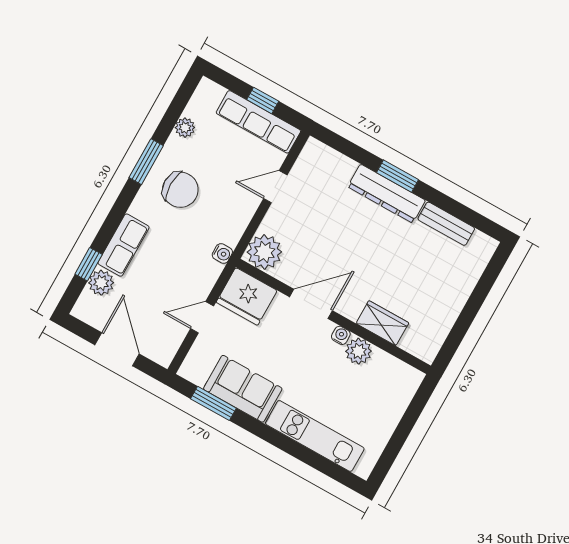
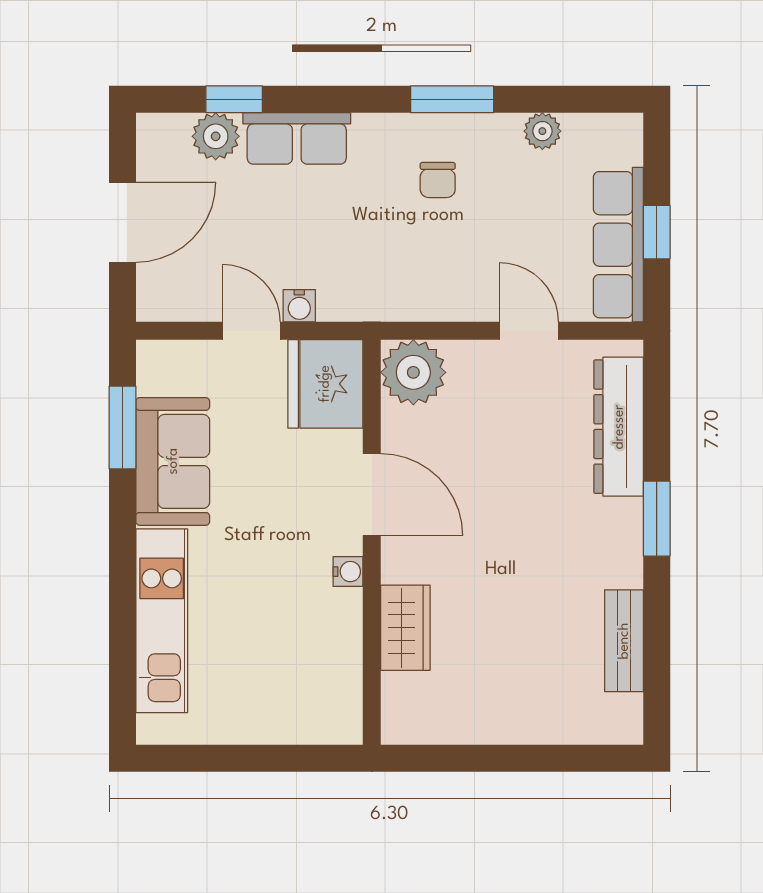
chair: (180, 190) -> (438, 180), width x0.54, depth x0.54
dresser: (387, 194) -> (619, 427), moved
water cooler: (222, 254) -> (299, 306), moved
plant: (359, 351) -> (338, 614), removed

